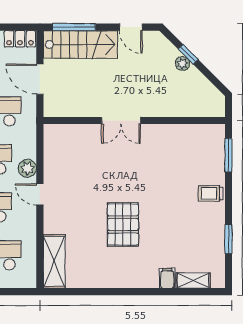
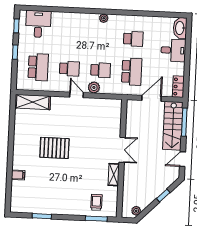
plant: (182, 63) -> (136, 211), moved
double door: (121, 120) -> (122, 150), swing flipped
trolley: (211, 193) -> (96, 202), moved
door: (40, 194) -> (77, 95), hinge flipped
shelving: (193, 281) -> (114, 175), moved

